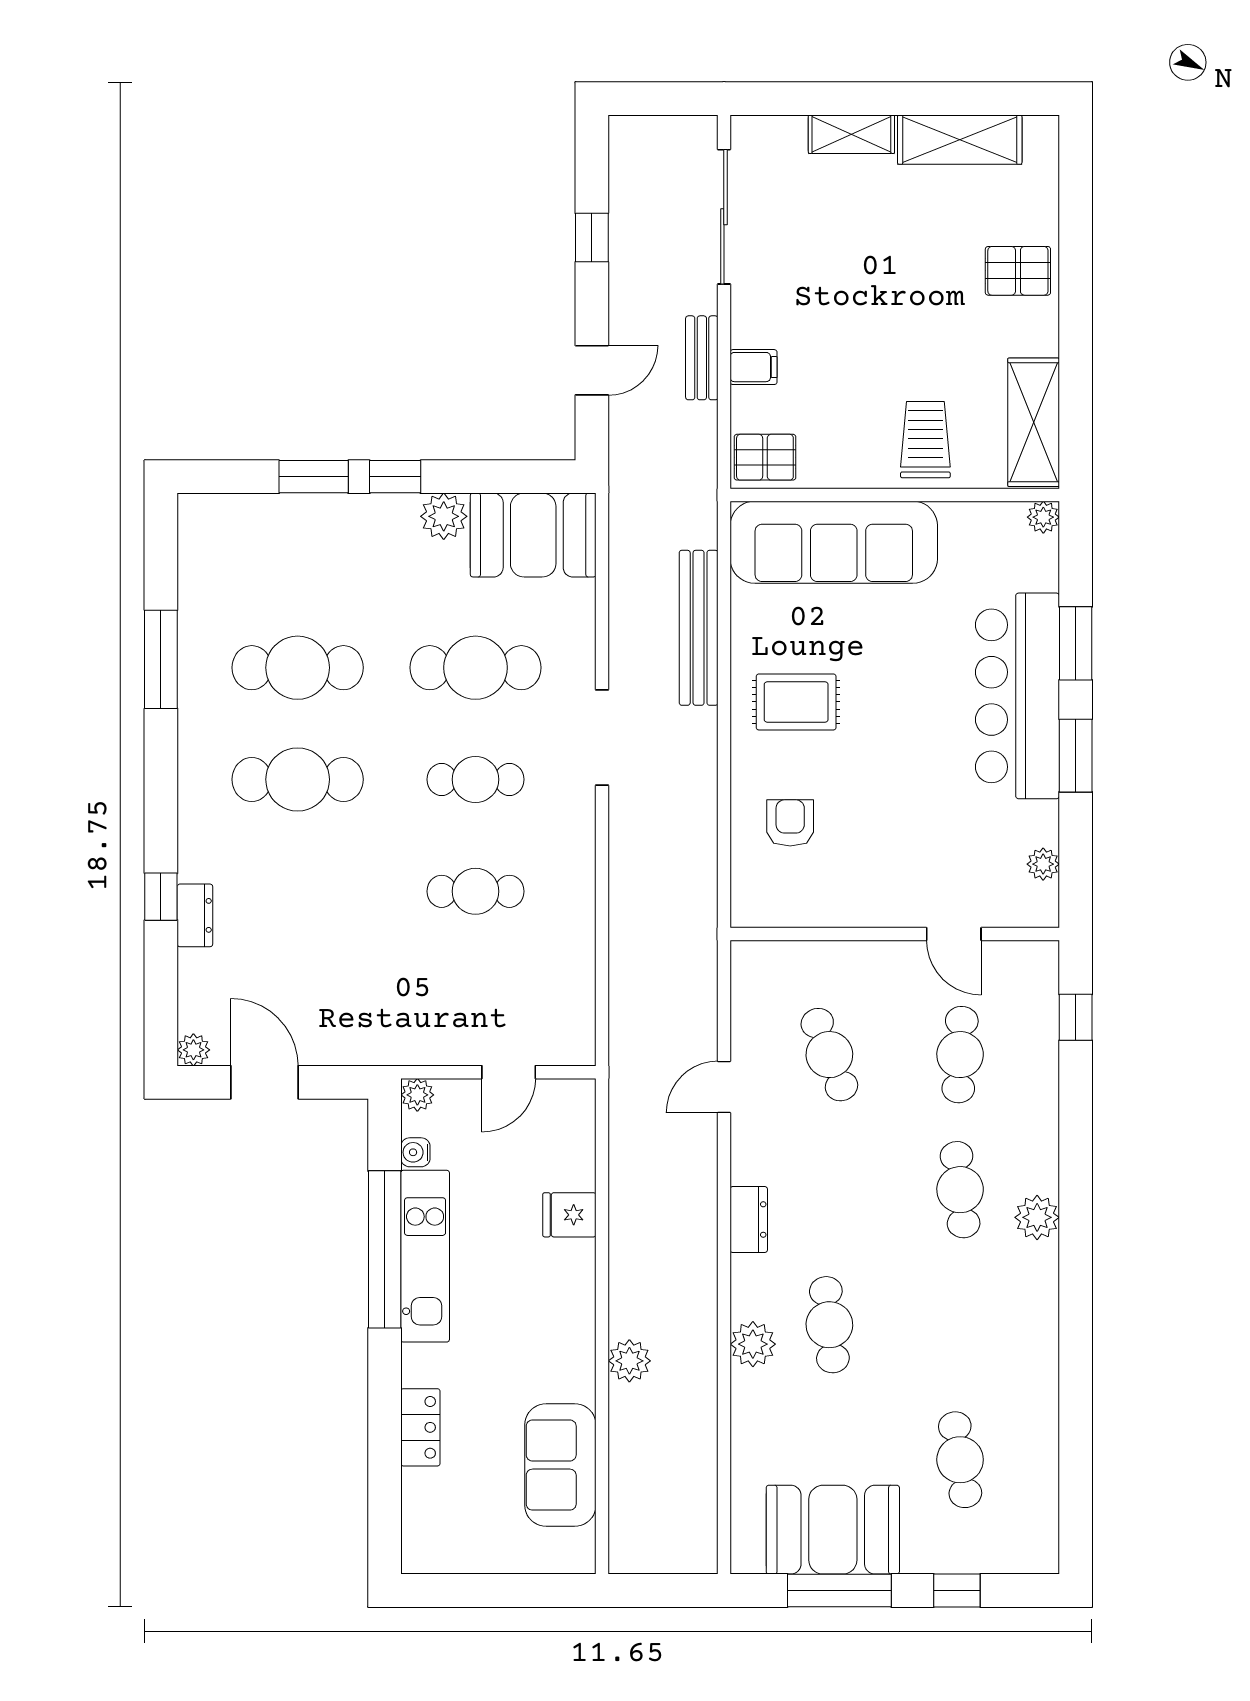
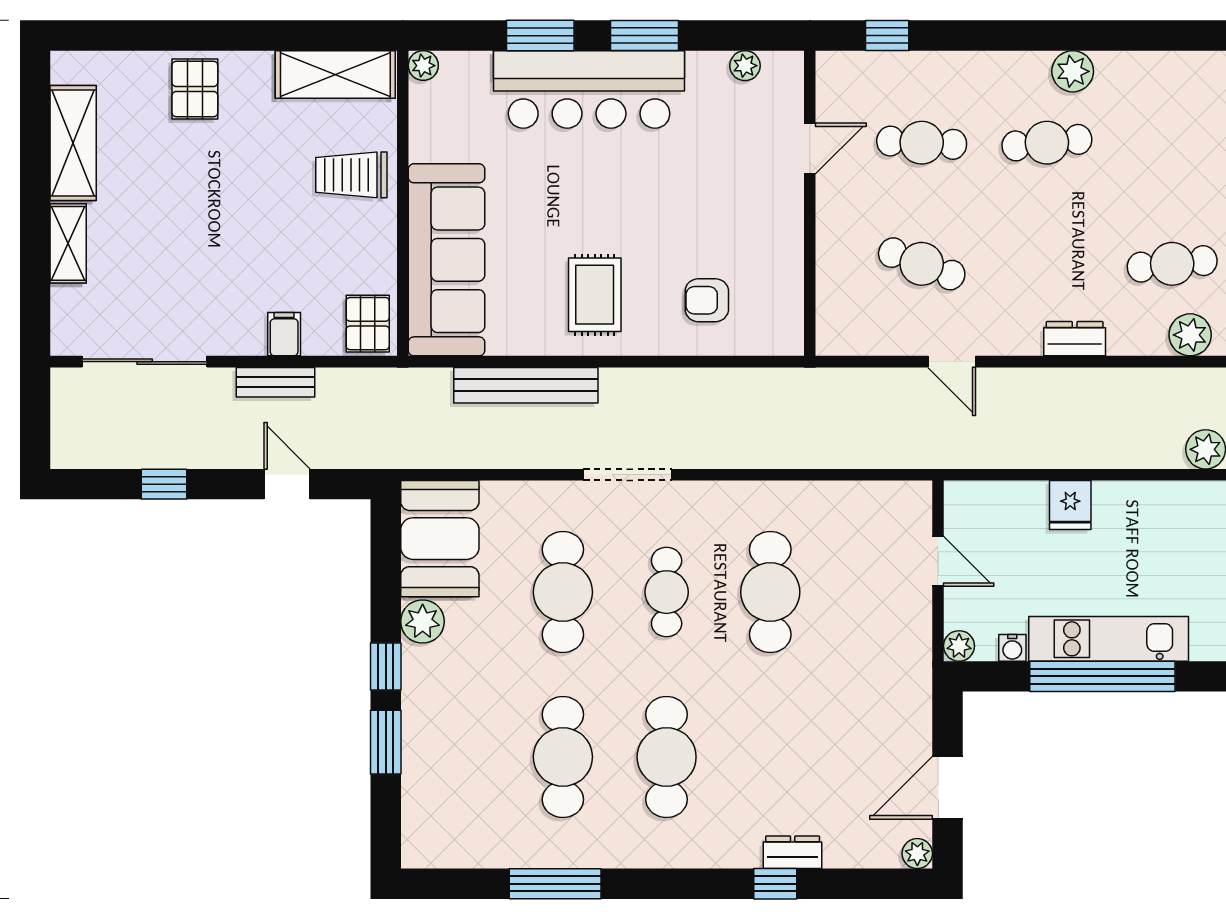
cafe table: (476, 891) -> (770, 592), width x1.37, depth x1.35
cafe table: (829, 1055) -> (922, 264), turned 42

